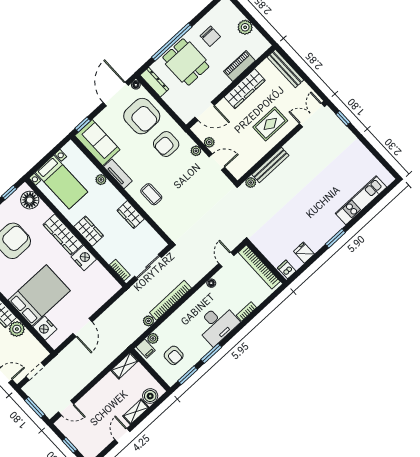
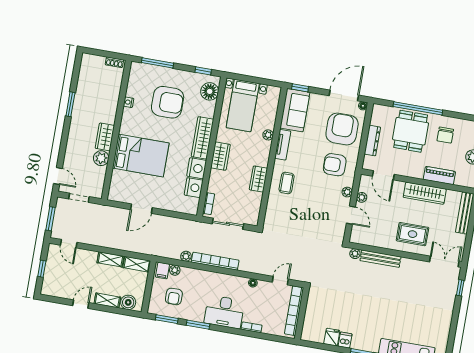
dresser: (154, 82) -> (372, 141), moved
armchair: (142, 116) -> (342, 129), turned 180
dishwasher: (287, 269) -> (345, 340), moved
nightstand: (45, 328) -> (194, 188), moved, turned 180
shelving: (104, 384) -> (110, 259), added

